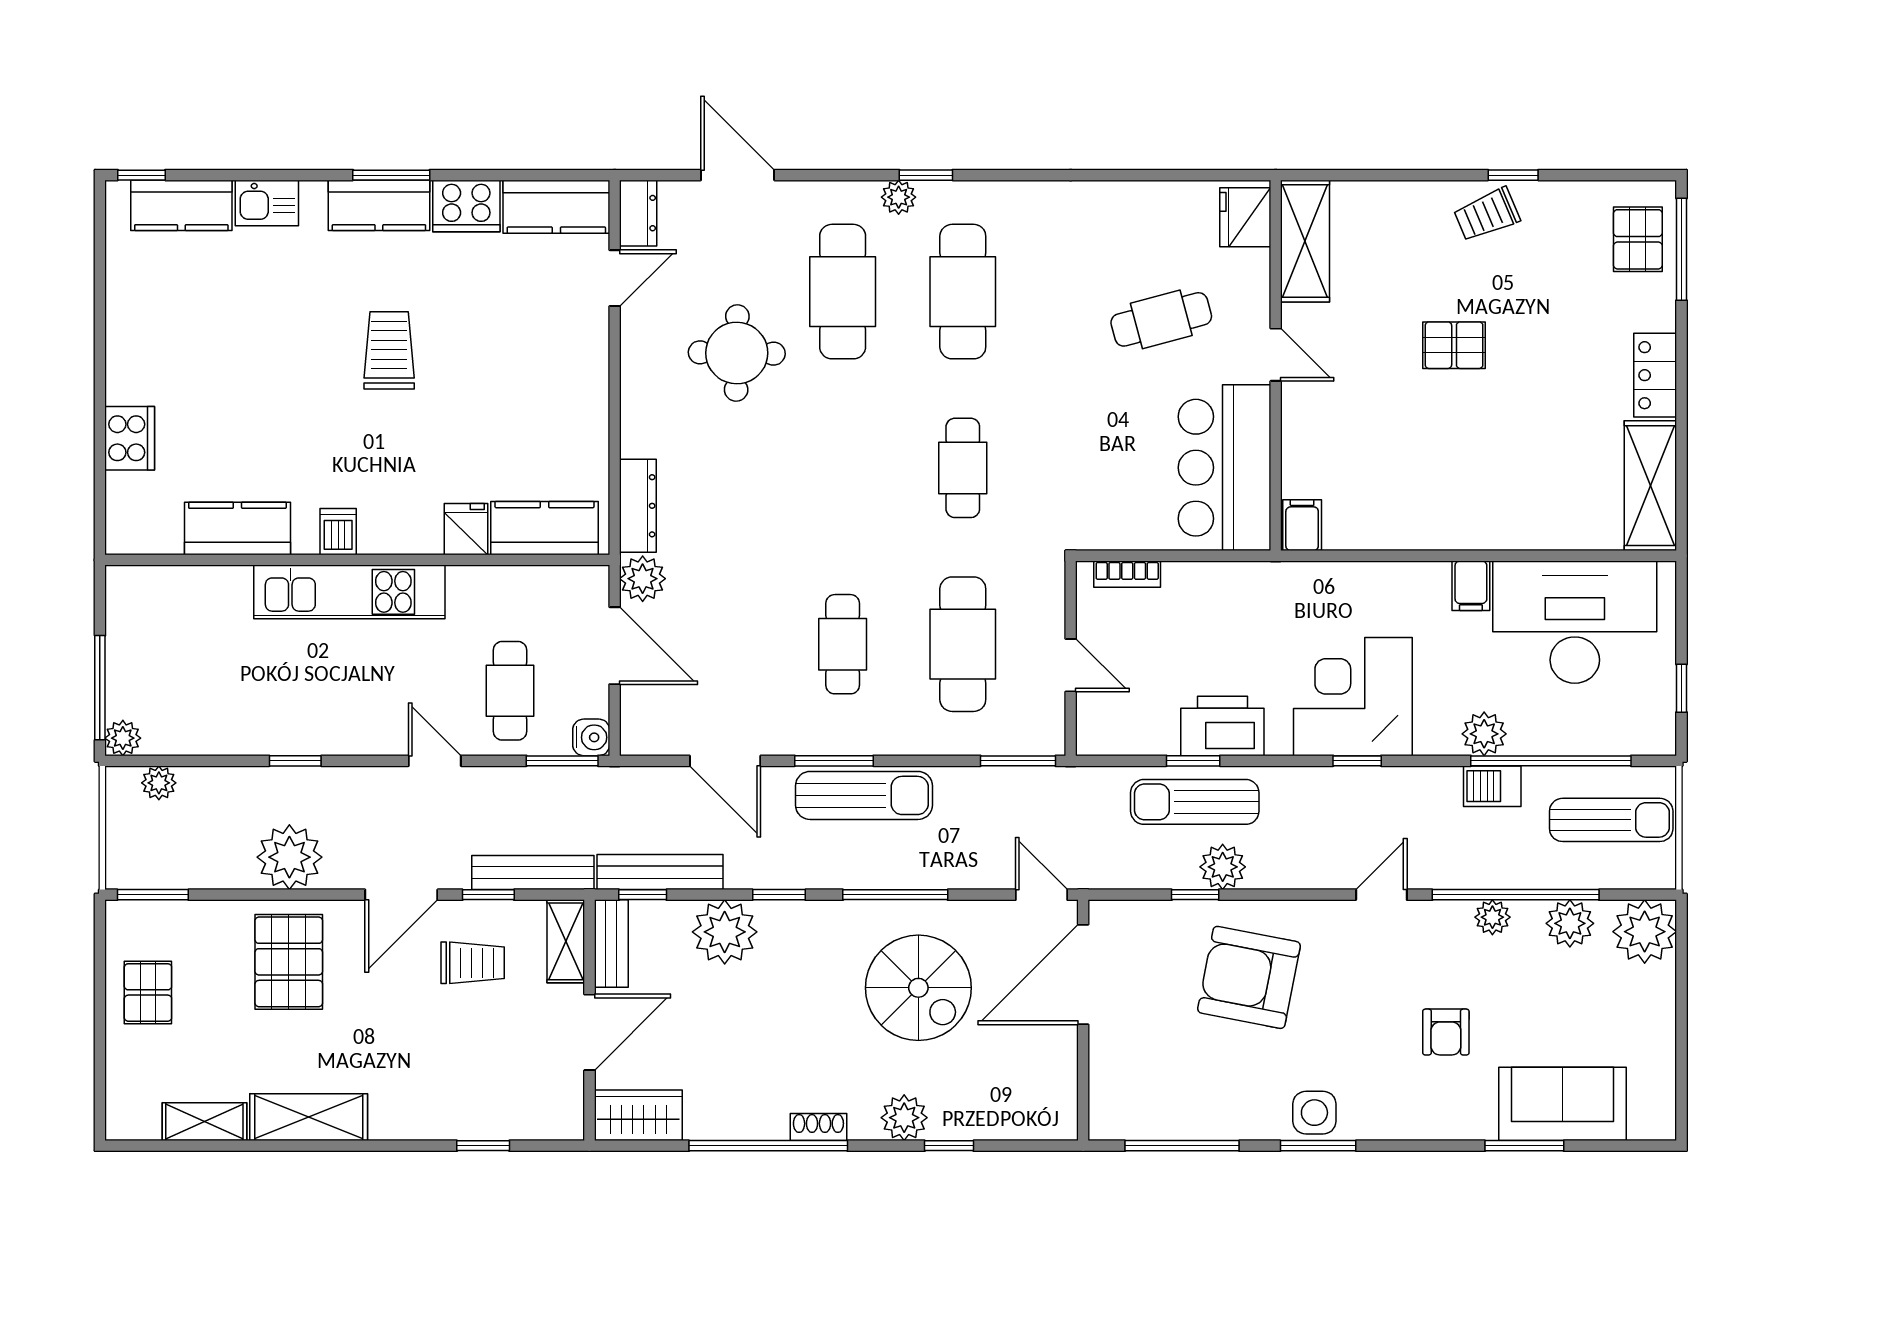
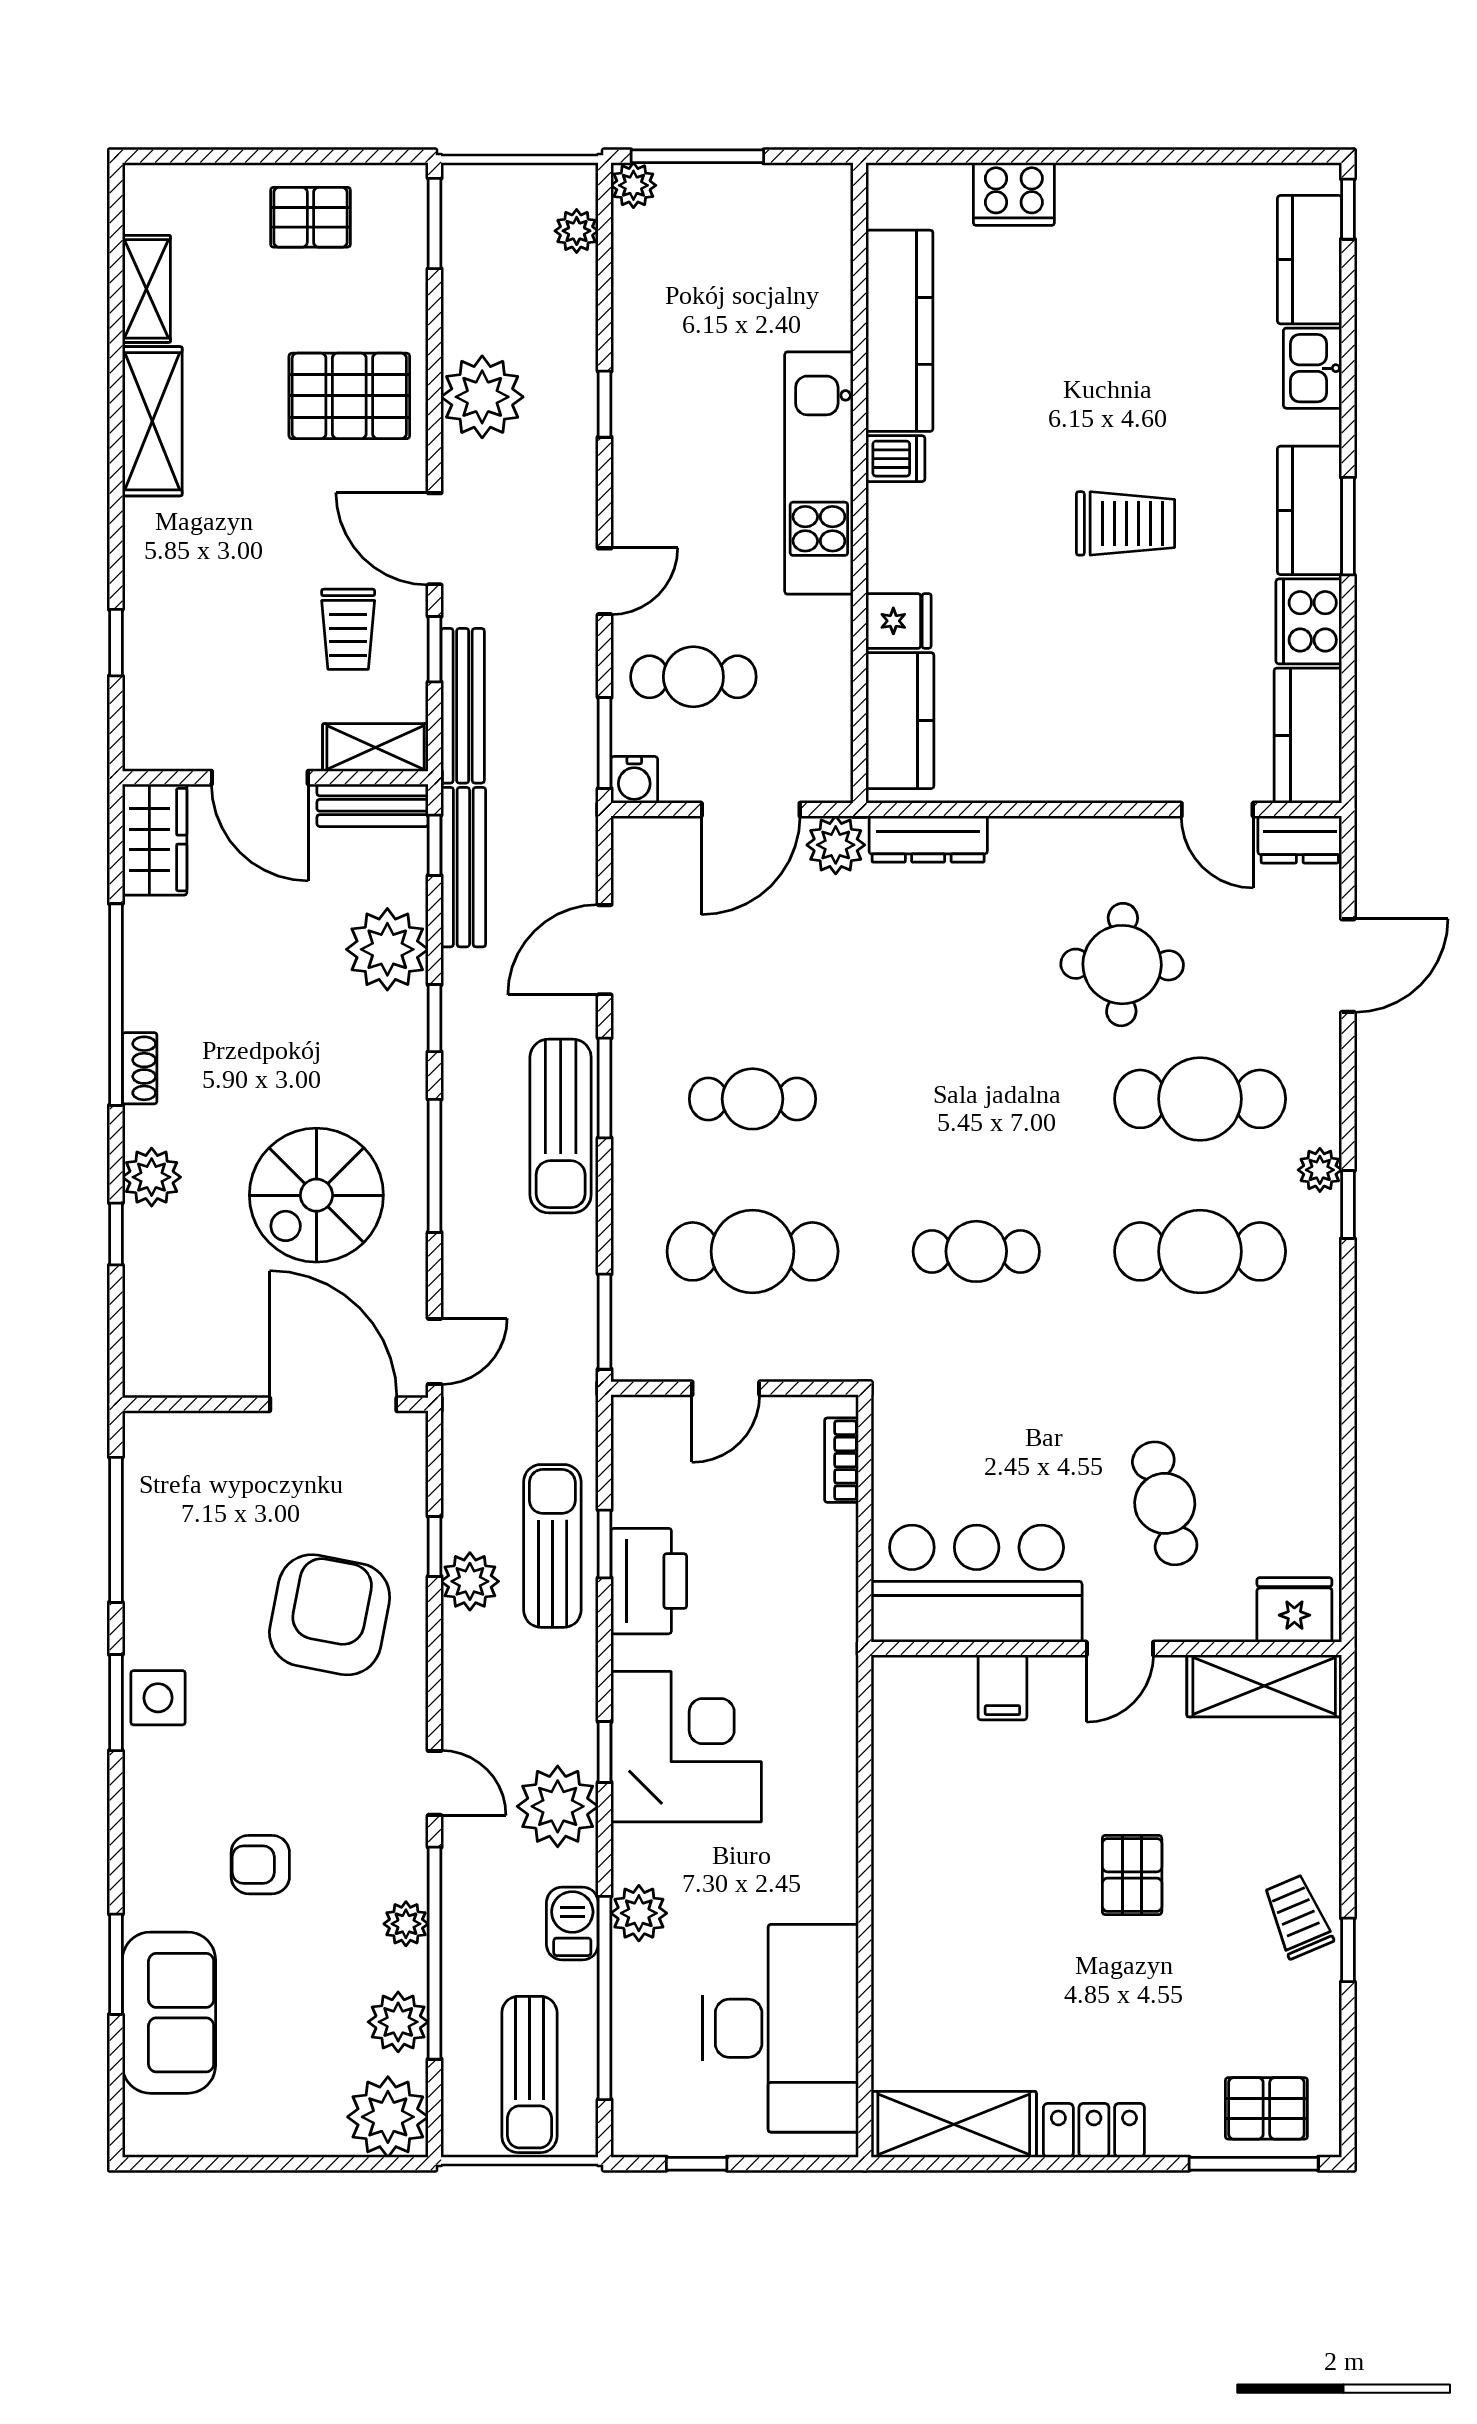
filing cabinet: (1302, 525) -> (1002, 1687), moved, turned 90
kitchen counter: (237, 528) -> (899, 331), width x1.50
filing cabinet: (1471, 586) -> (827, 1896), removed
plant: (1400, 798) -> (558, 1806), added

